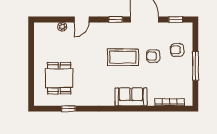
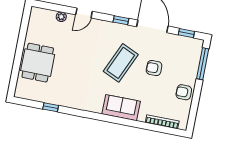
armchair: (177, 50) -> (184, 92), moved
coffee table: (123, 57) -> (121, 63), turned -66
window: (195, 66) -> (203, 64), moved
dining table: (59, 78) -> (38, 63), moved

